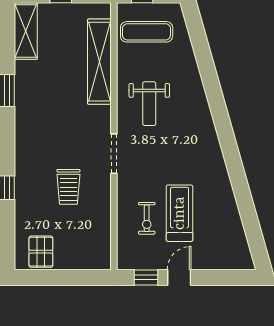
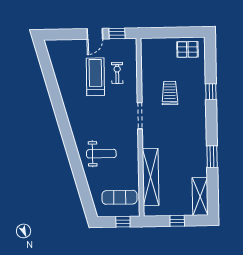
weight bench: (149, 104) -> (101, 154), moved, turned 90
treadmill: (180, 213) -> (95, 77), turned 180
pallet: (41, 252) -> (187, 49), turned 90

